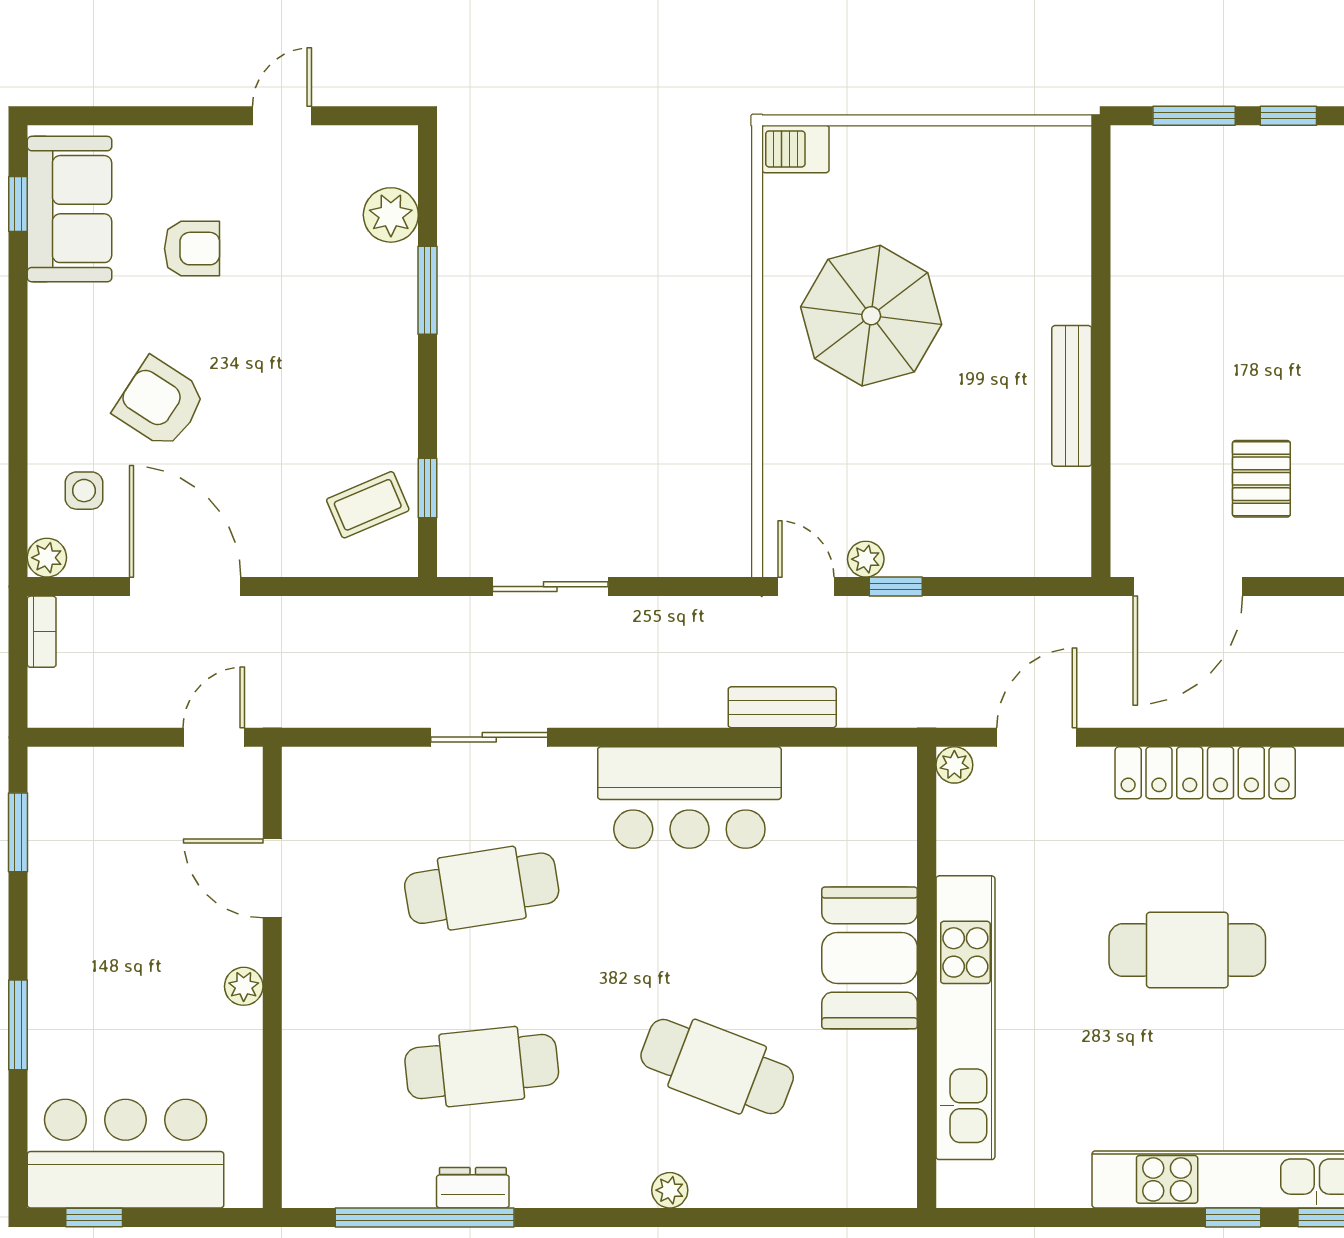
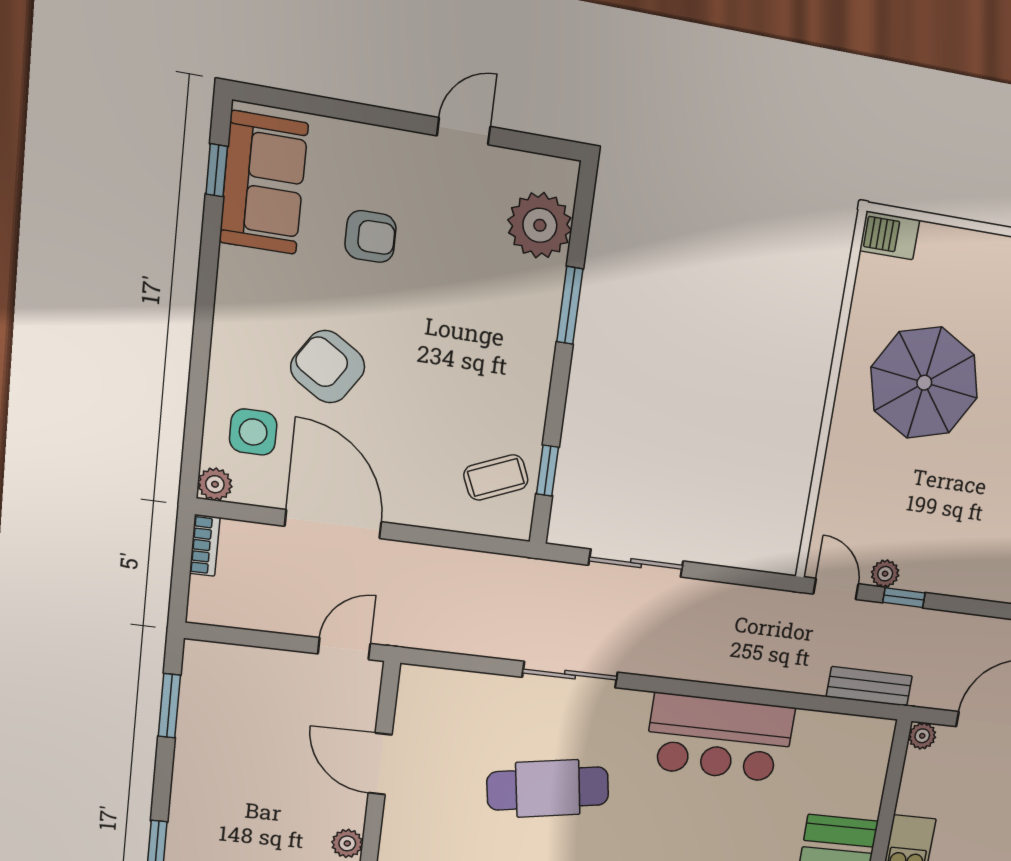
plant: (391, 215) -> (540, 225), width x1.36, depth x1.36
side table: (84, 491) -> (253, 432), width x1.37, depth x1.37
bench: (782, 707) -> (869, 686), moved

